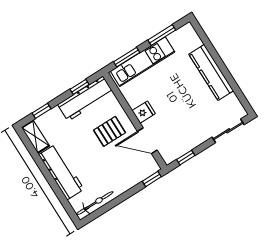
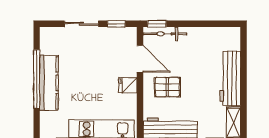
window: (223, 69) -> (37, 79), added
sliding door: (228, 131) -> (81, 24), moved
bicycle: (95, 203) -> (165, 34), moved

